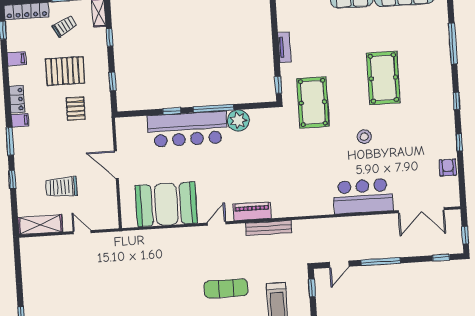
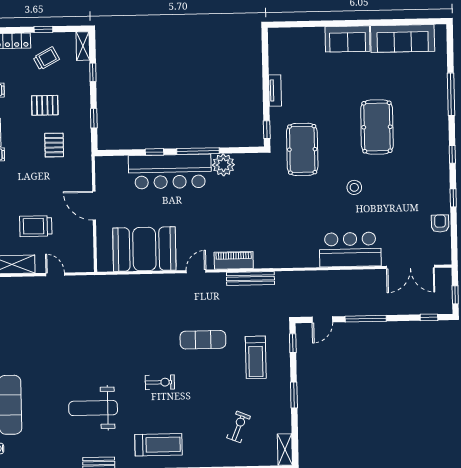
pallet: (65, 71) -> (45, 105), width x0.67, depth x0.71

